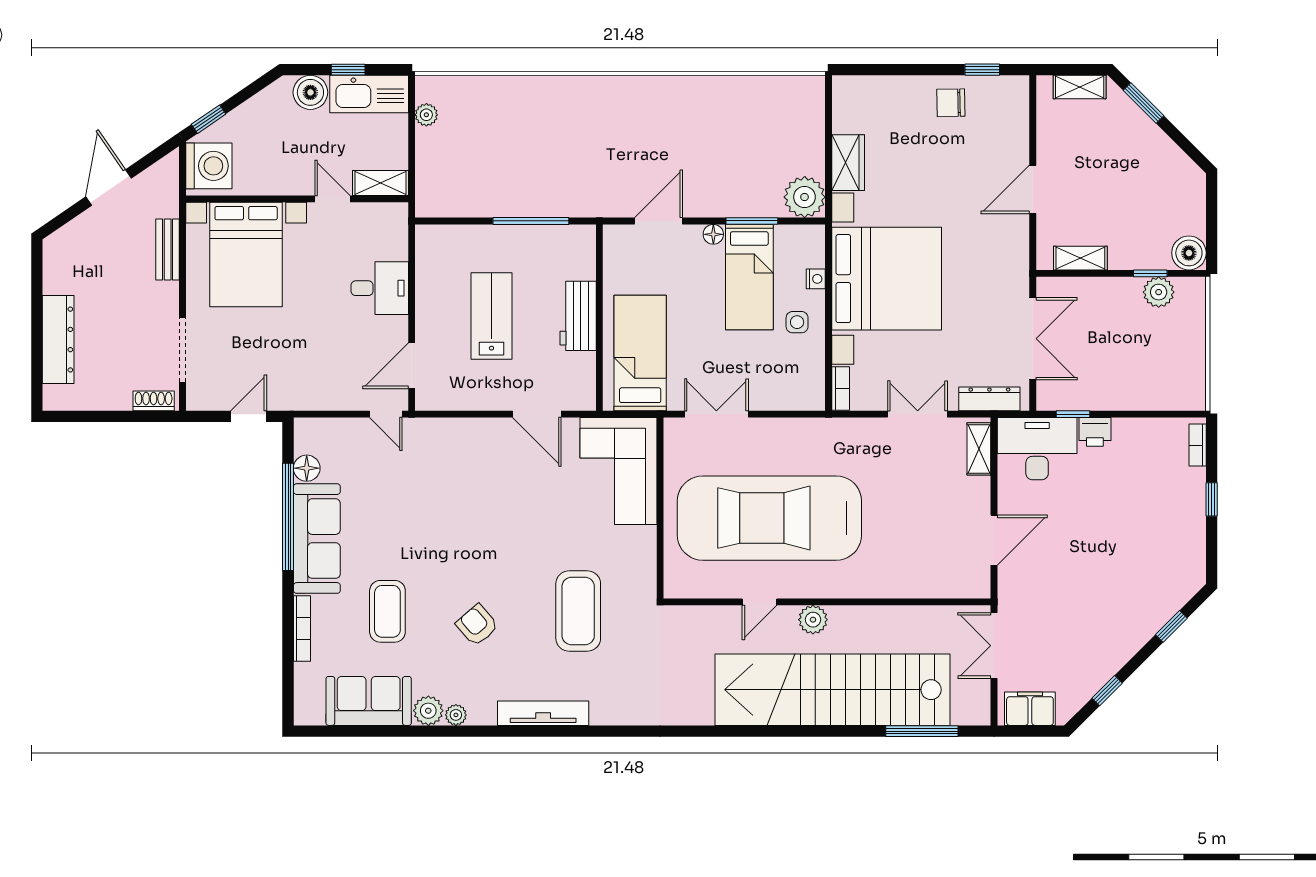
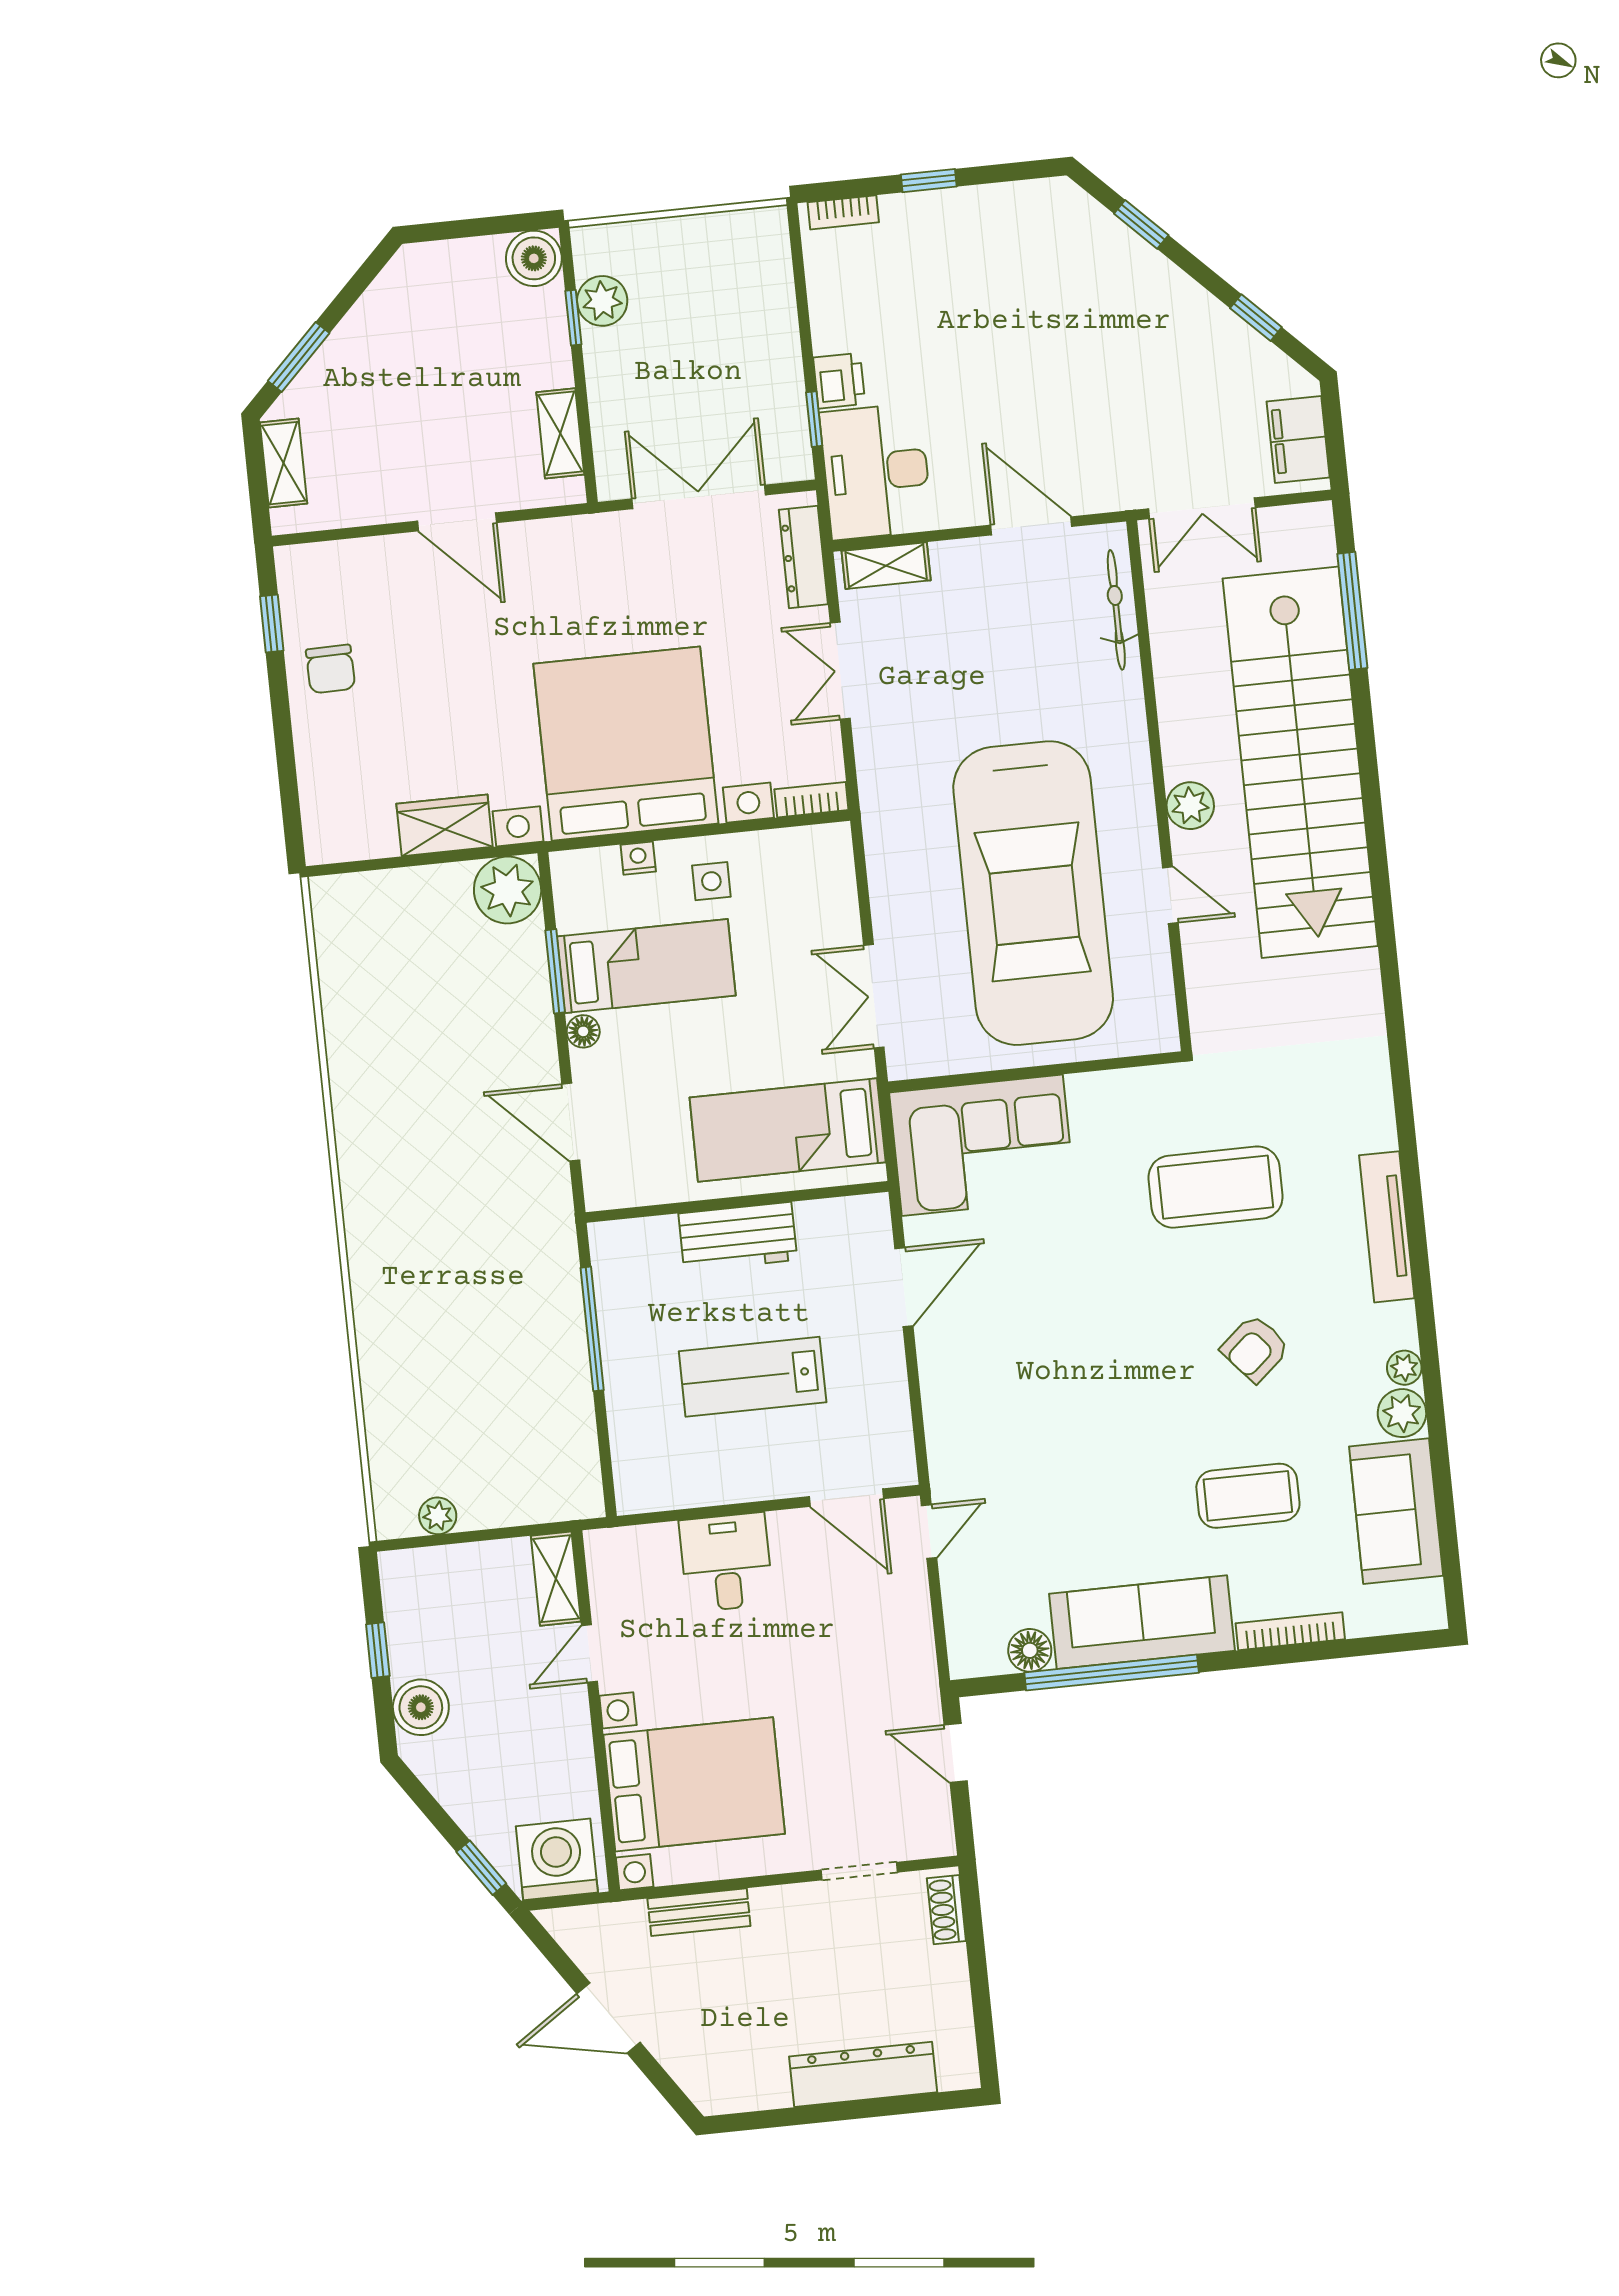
kitchen sink: (369, 94) -> (414, 1612), removed
doorway: (183, 350) -> (859, 1871), width x0.73
bicycle: (937, 587) -> (1116, 610), added

